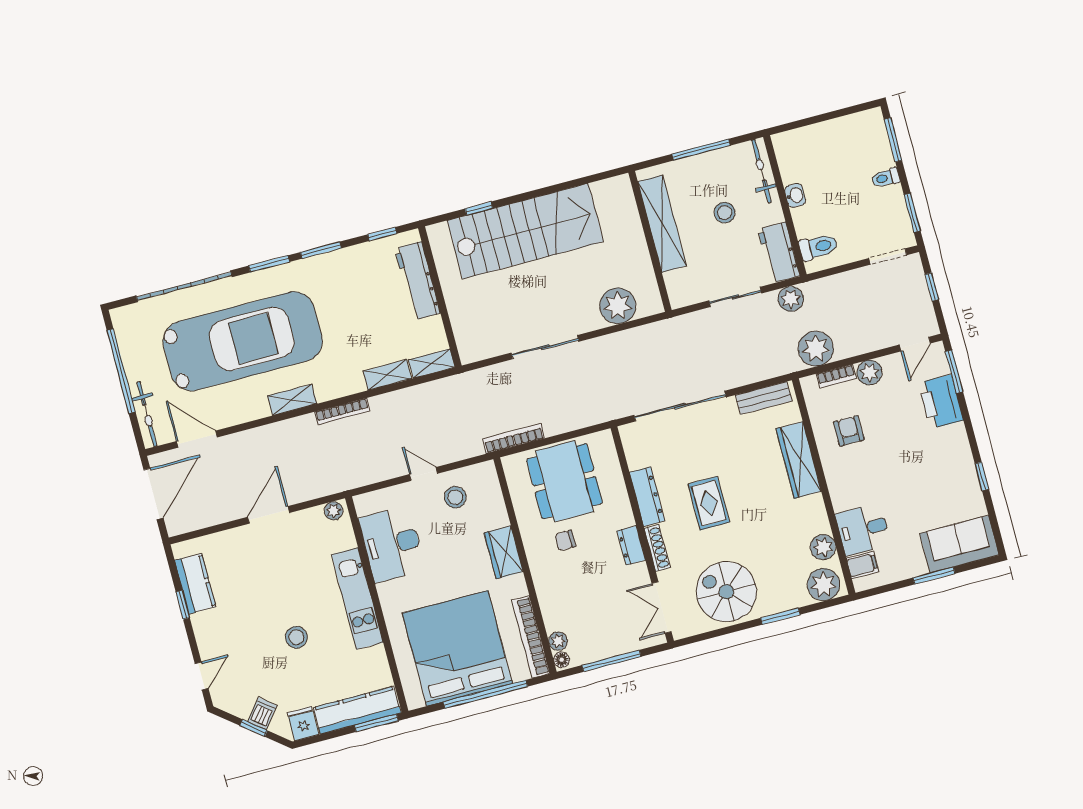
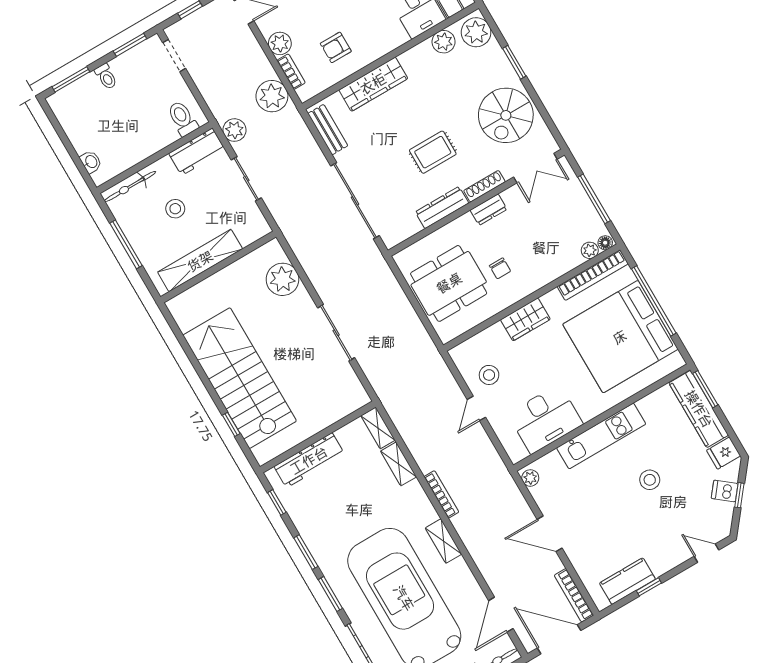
washbasin: (795, 195) -> (91, 162), moved, turned 90
bookcase: (514, 439) -> (574, 595), moved

